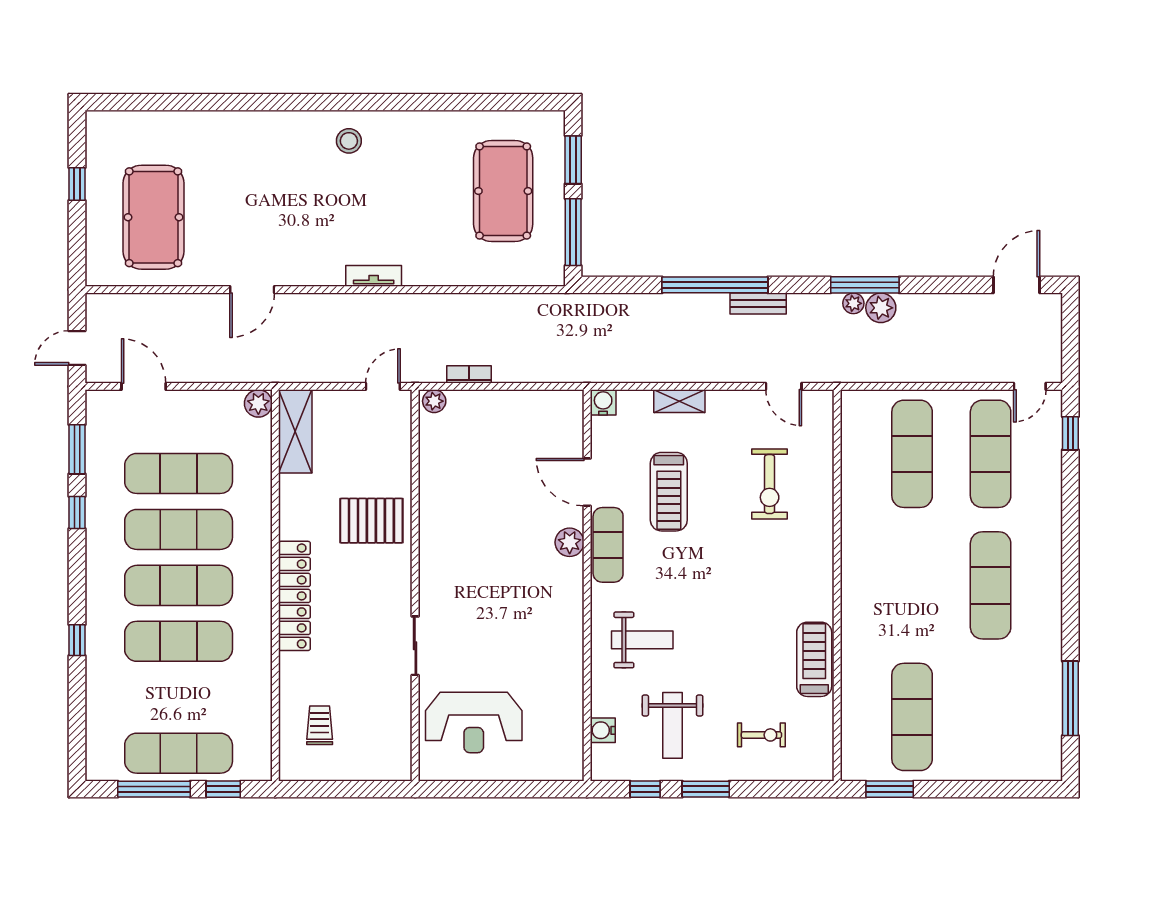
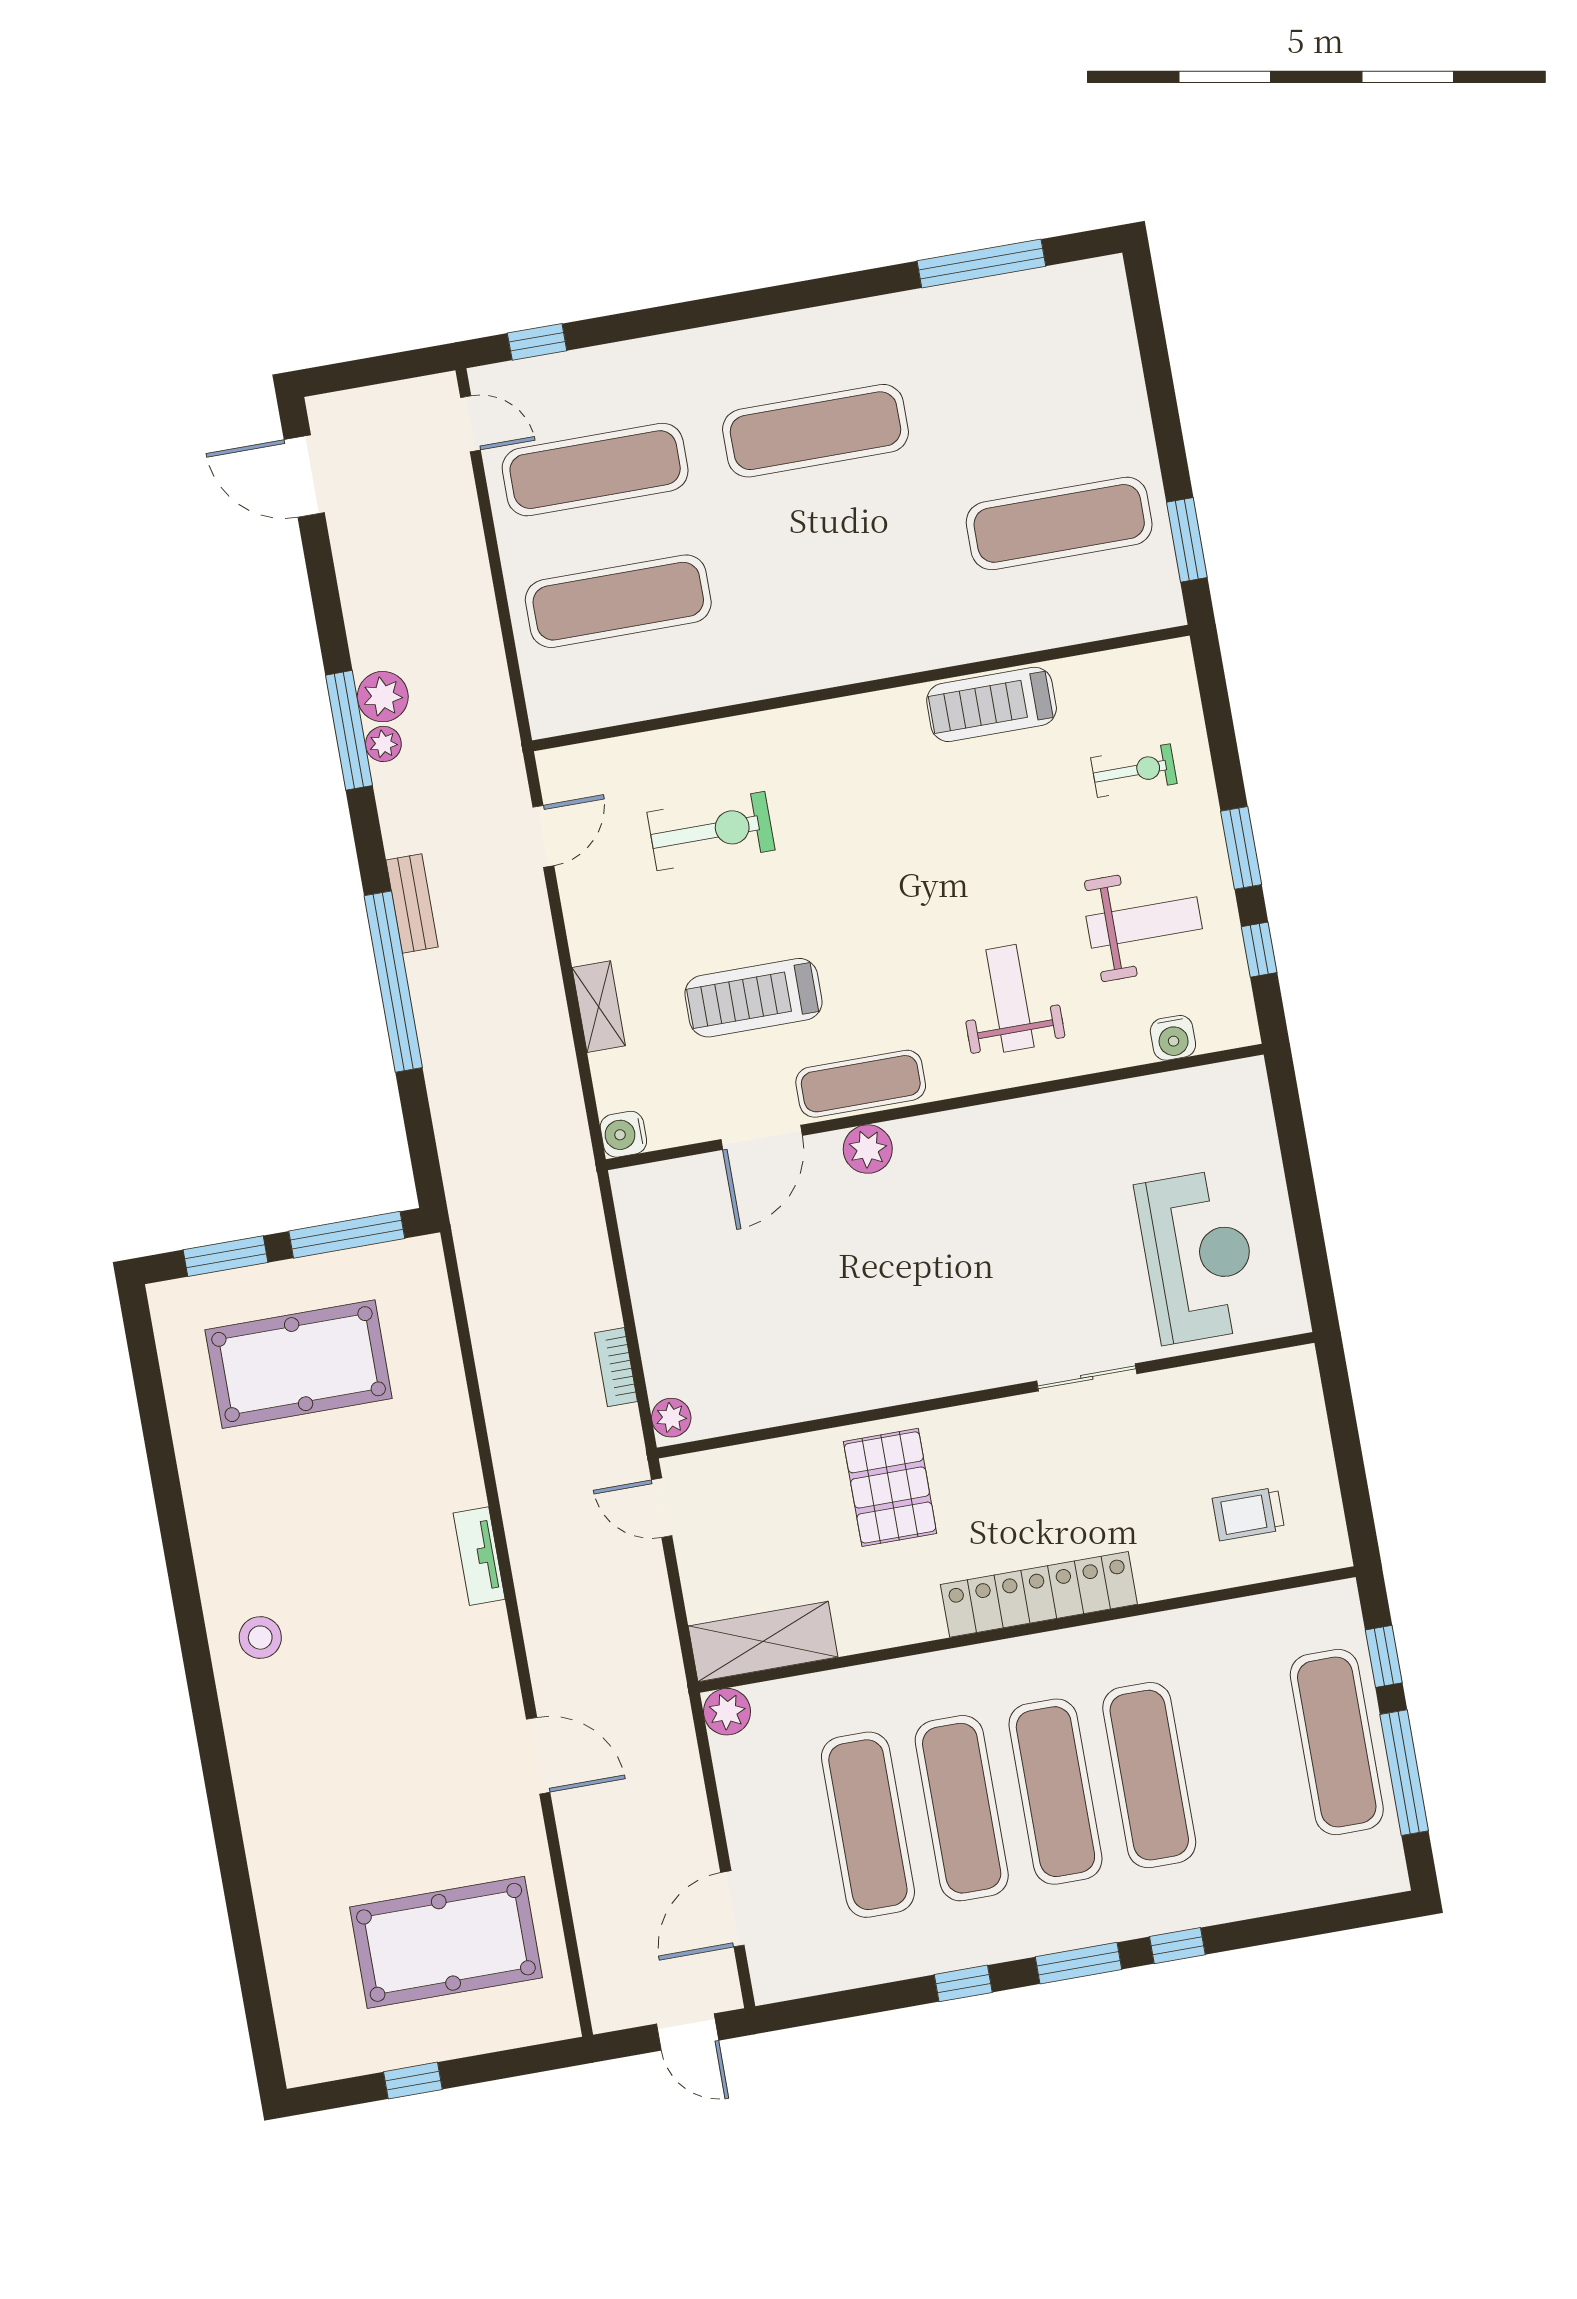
window: (77, 449) -> (1079, 1963), moved
treadmill: (669, 492) -> (754, 998), turned 180
exercise bike: (761, 735) -> (1134, 771), turned 90

